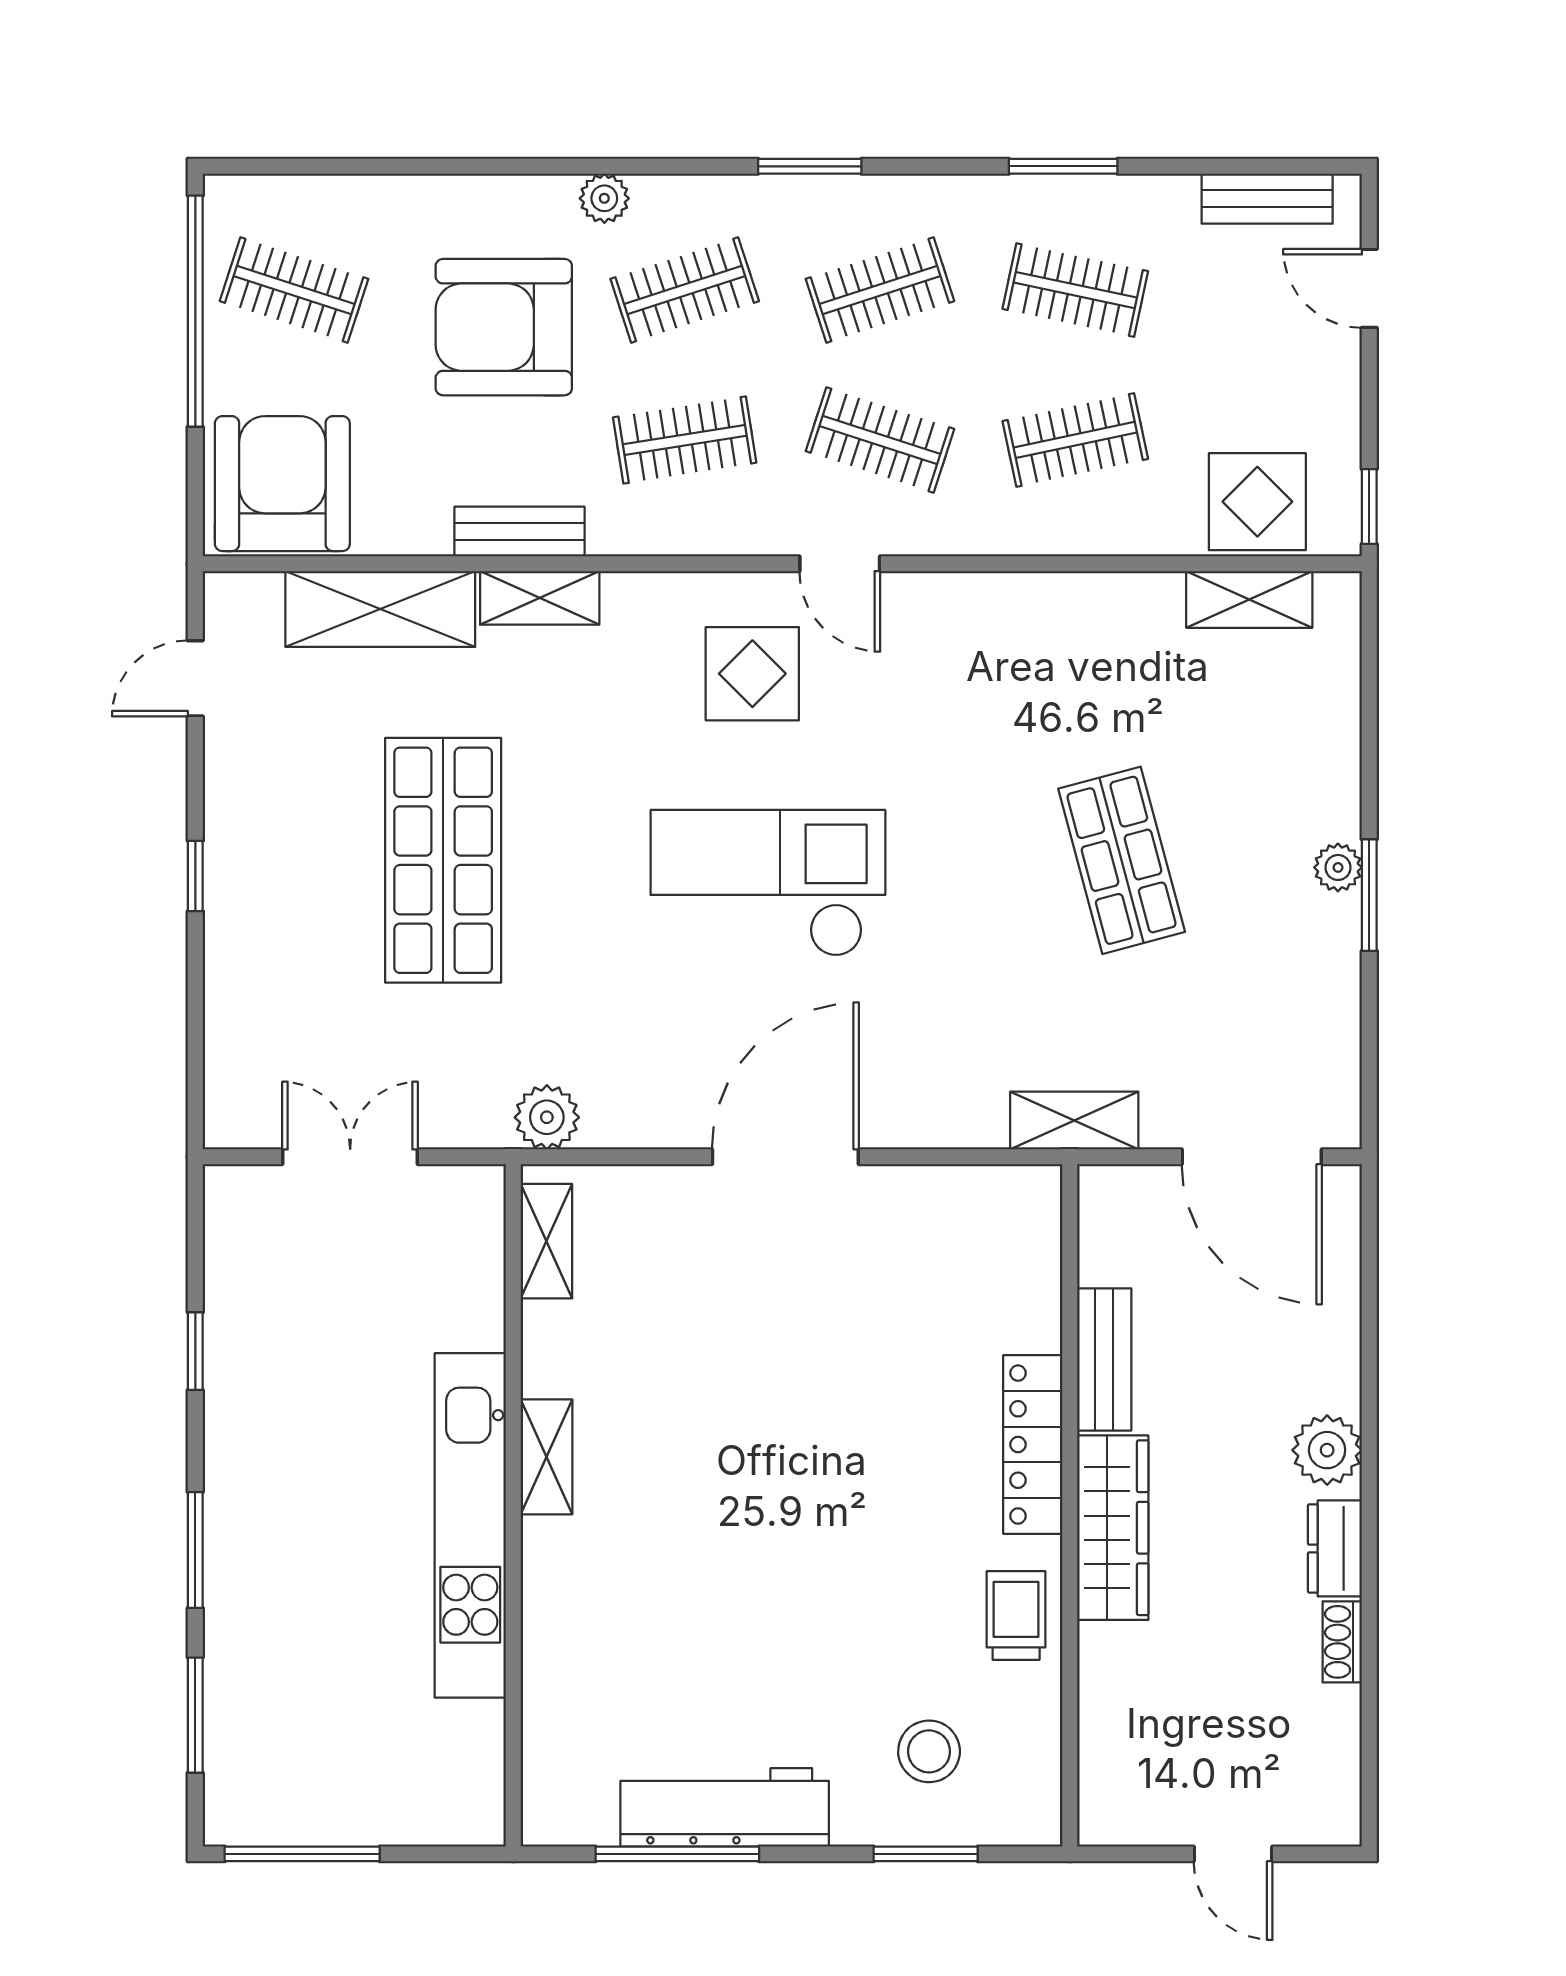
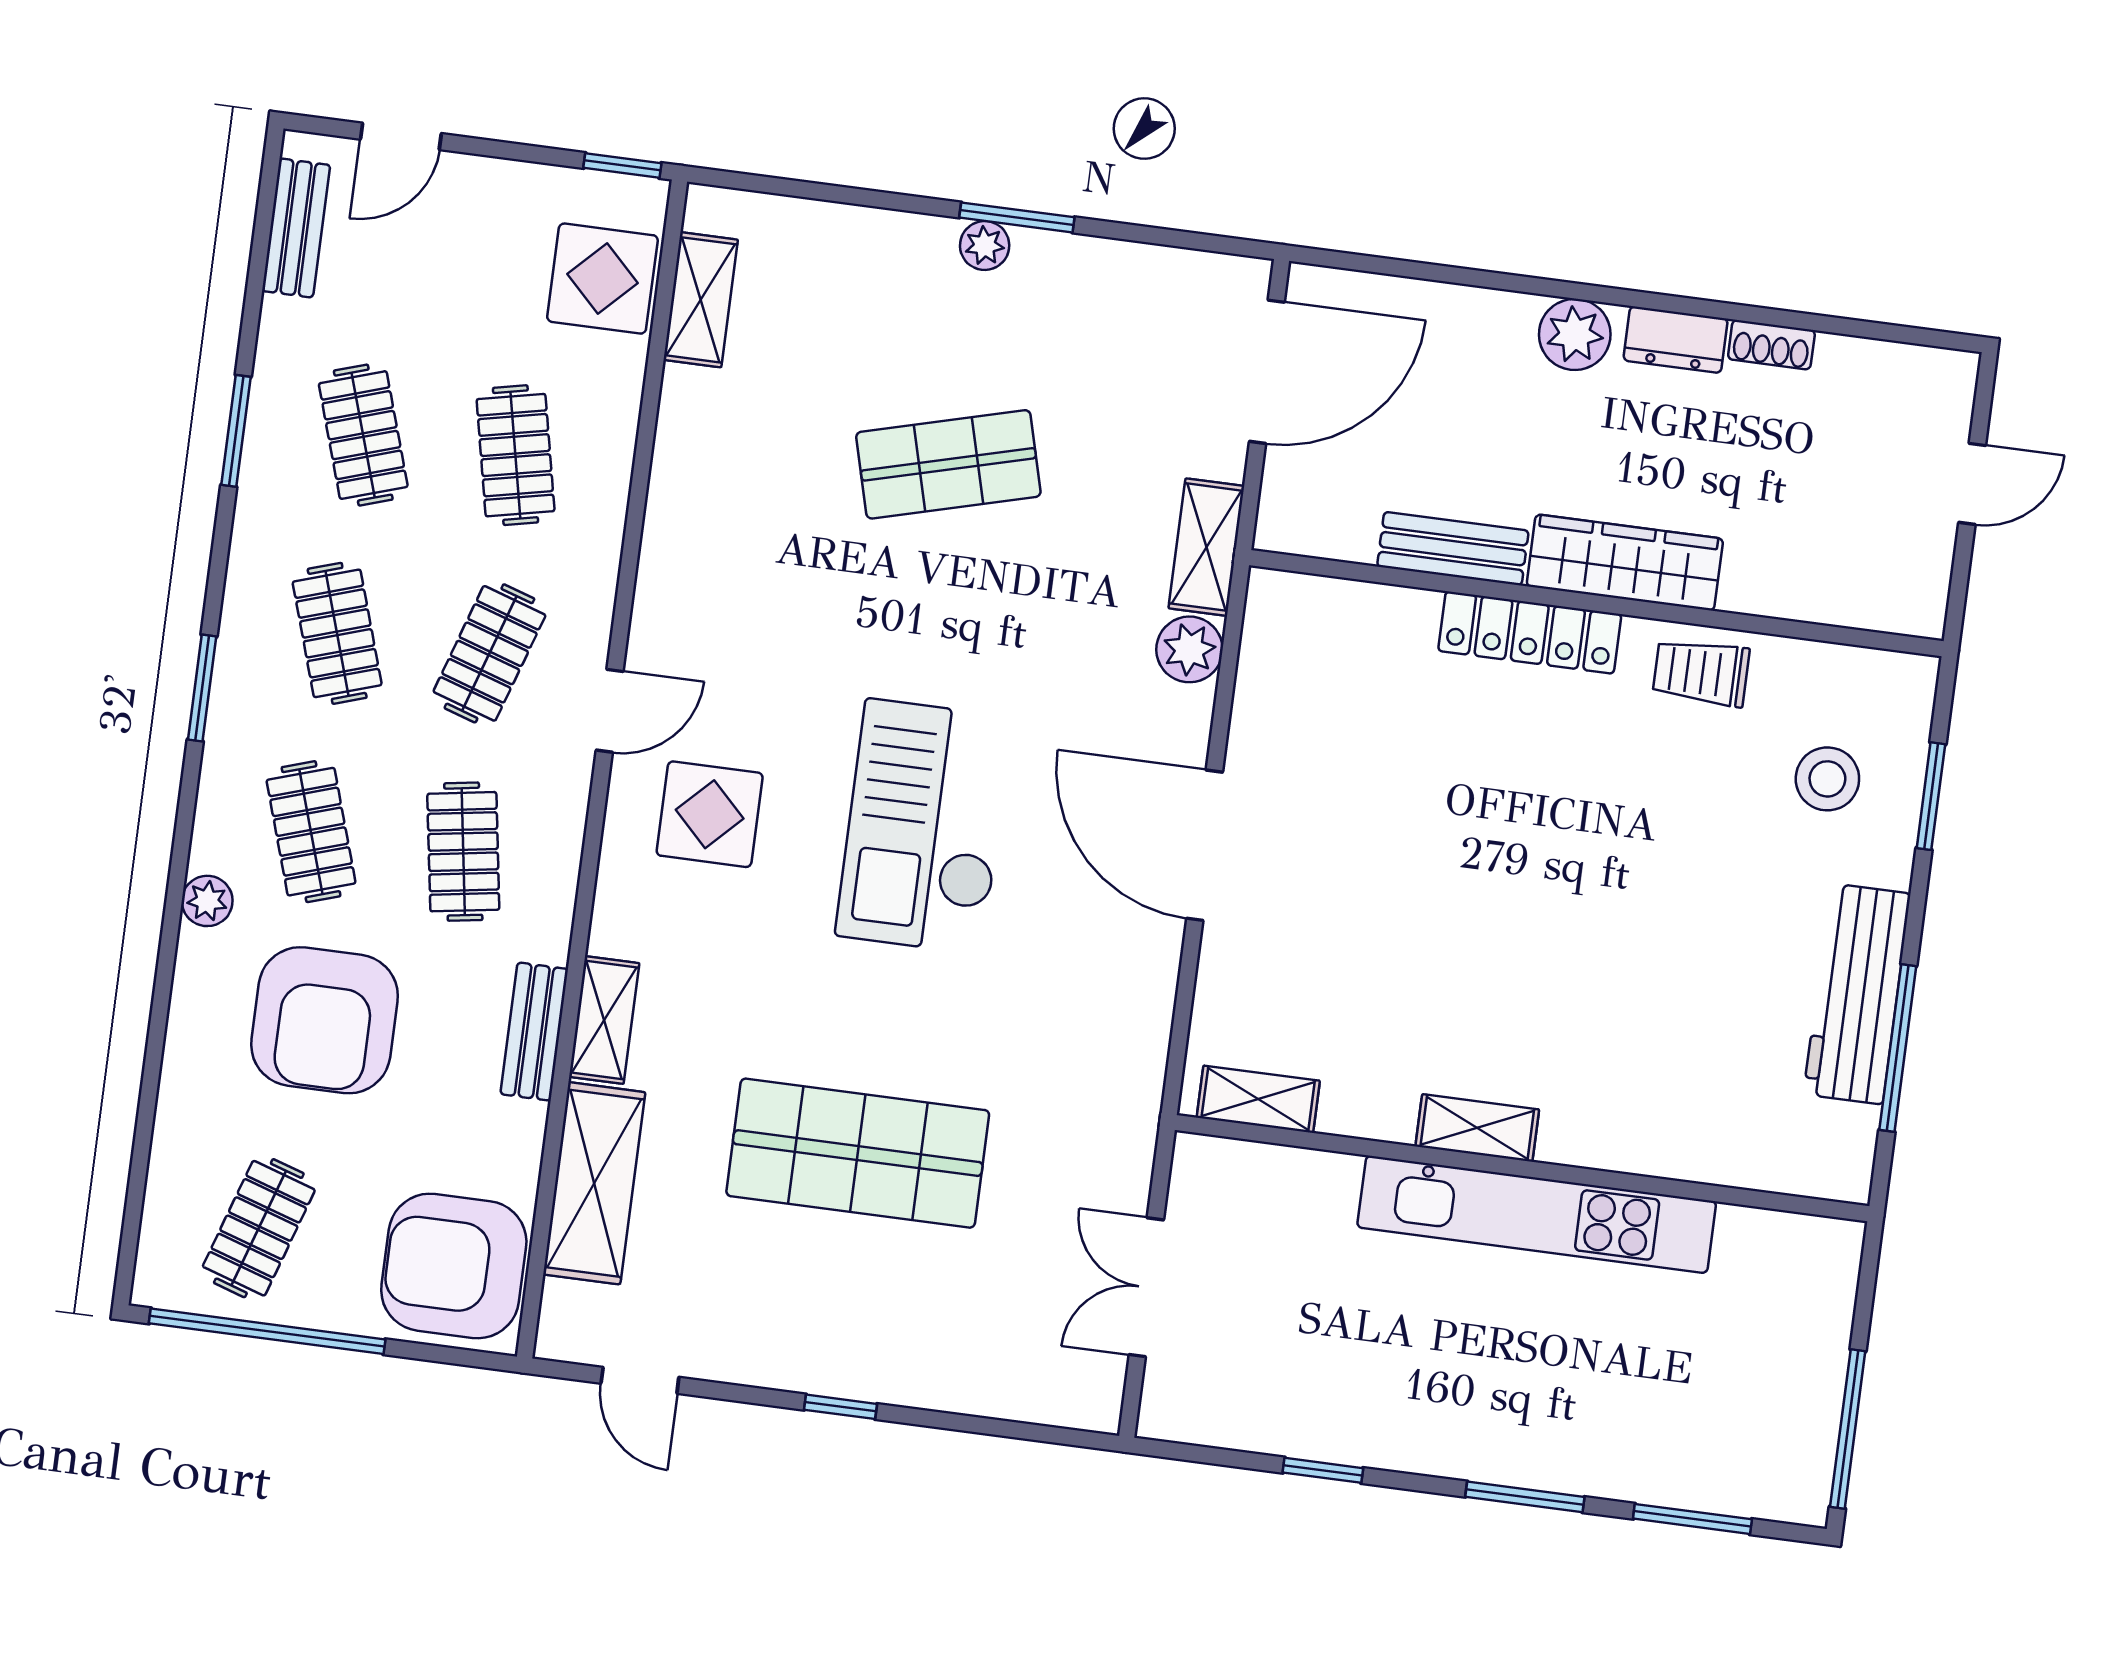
clothes rail: (1075, 290) -> (363, 435), turned -30
plant: (547, 1117) -> (1189, 649), moved

